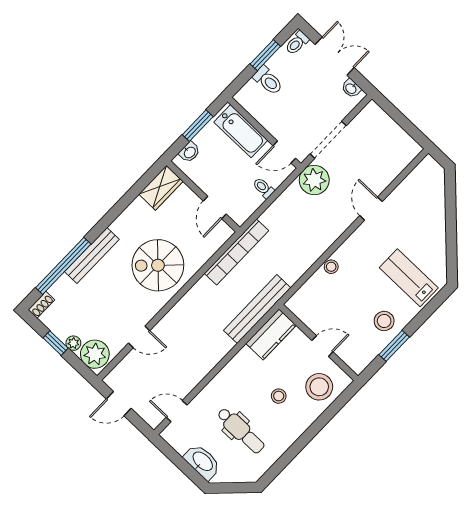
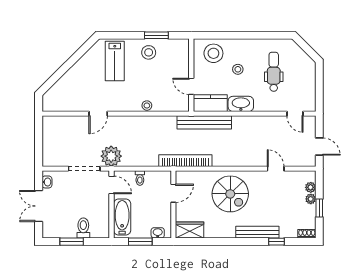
toilet: (297, 43) -> (50, 231), removed
window: (63, 266) -> (277, 242), width x0.32
door: (322, 346) -> (191, 86), moved
plant: (95, 354) -> (311, 187), width x0.53, depth x0.53
washbasin: (202, 462) -> (241, 104), moved, turned 90

